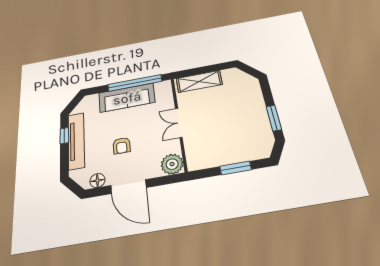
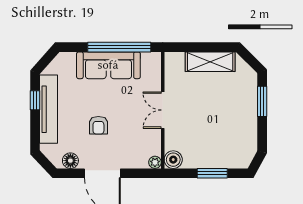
shelving: (199, 81) -> (210, 62), moved
window: (274, 118) -> (262, 101), moved
boiler: (195, 162) -> (173, 160), added
plant: (172, 164) -> (155, 162), width x0.53, depth x0.53

